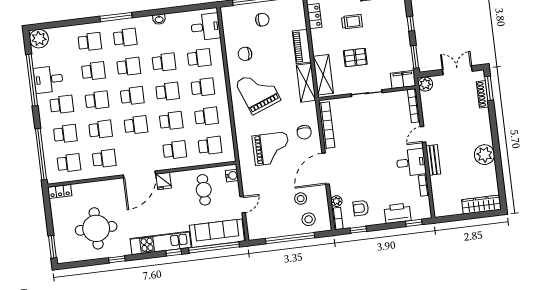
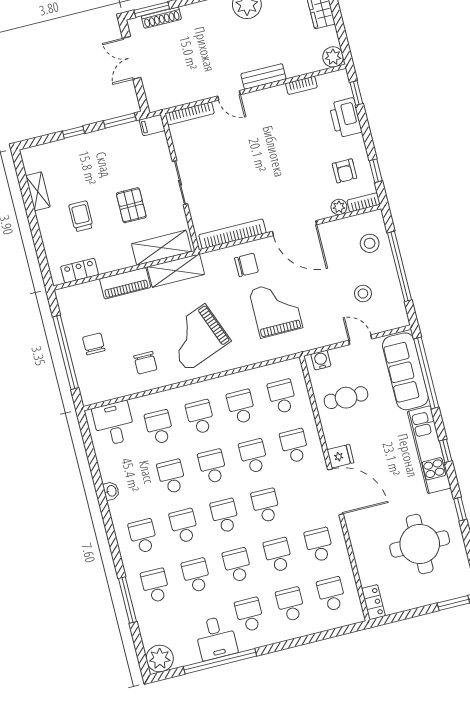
window: (116, 17) -> (127, 600), moved
filing cabinet: (403, 79) -> (152, 125), width x0.50
plant: (425, 84) -> (333, 57), moved
window: (41, 154) -> (324, 635), removed
desk: (411, 162) -> (271, 107), removed
stool: (301, 199) -> (363, 294), moved
window: (174, 252) -> (446, 451), moved

